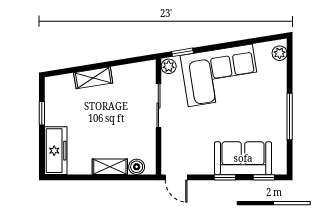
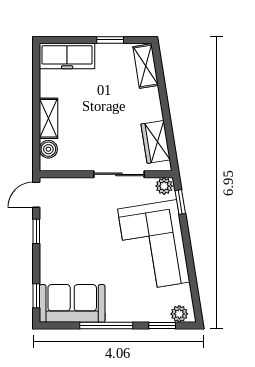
window: (290, 68) -> (162, 326), added
wardrobe: (130, 74) -> (156, 142), added
shelving: (93, 78) -> (146, 66), moved
sofa: (243, 158) -> (72, 303), moved, turned -90
window: (225, 177) -> (36, 231), moved

